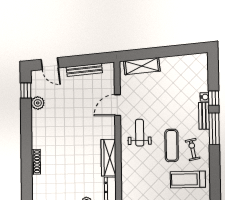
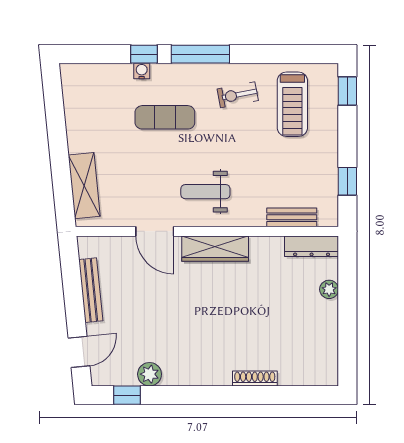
bench: (204, 116) -> (292, 217), moved
exercise mat: (172, 145) -> (165, 117), moved
wardrobe: (109, 158) -> (215, 249), moved

